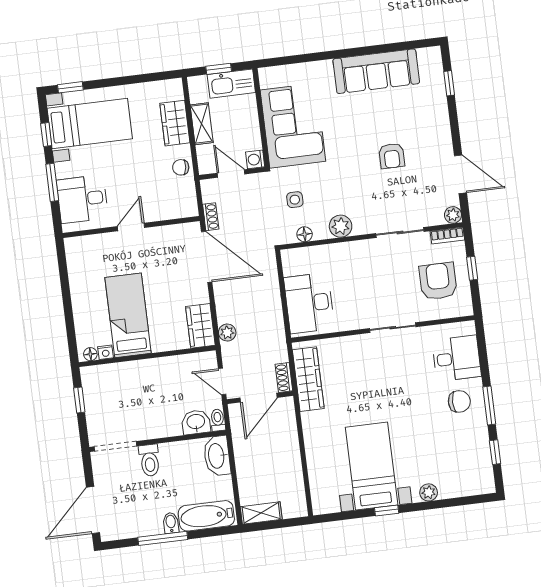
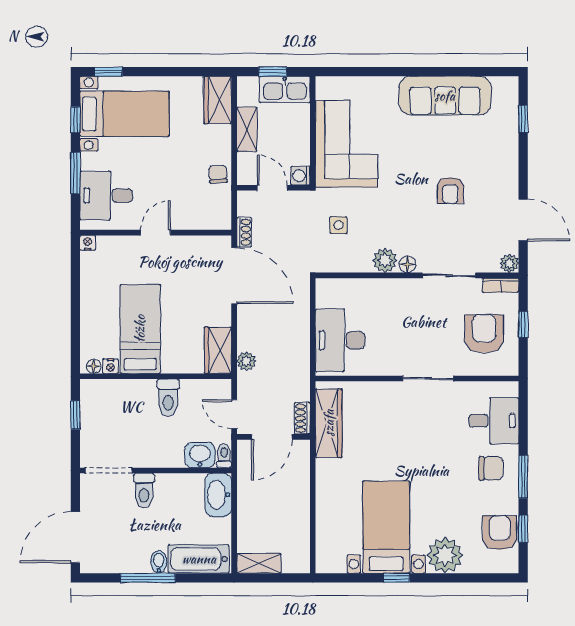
wardrobe: (175, 123) -> (218, 100), moved
chair: (181, 167) -> (218, 174), turned 79
floor lamp: (305, 234) -> (407, 264), moved
nightstand: (71, 244) -> (88, 243), added
toilet: (161, 374) -> (168, 398), added
armchair: (474, 458) -> (500, 533), added
plant: (429, 492) -> (445, 555), width x1.87, depth x1.87

